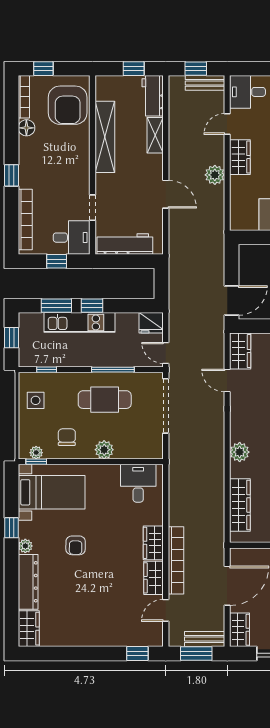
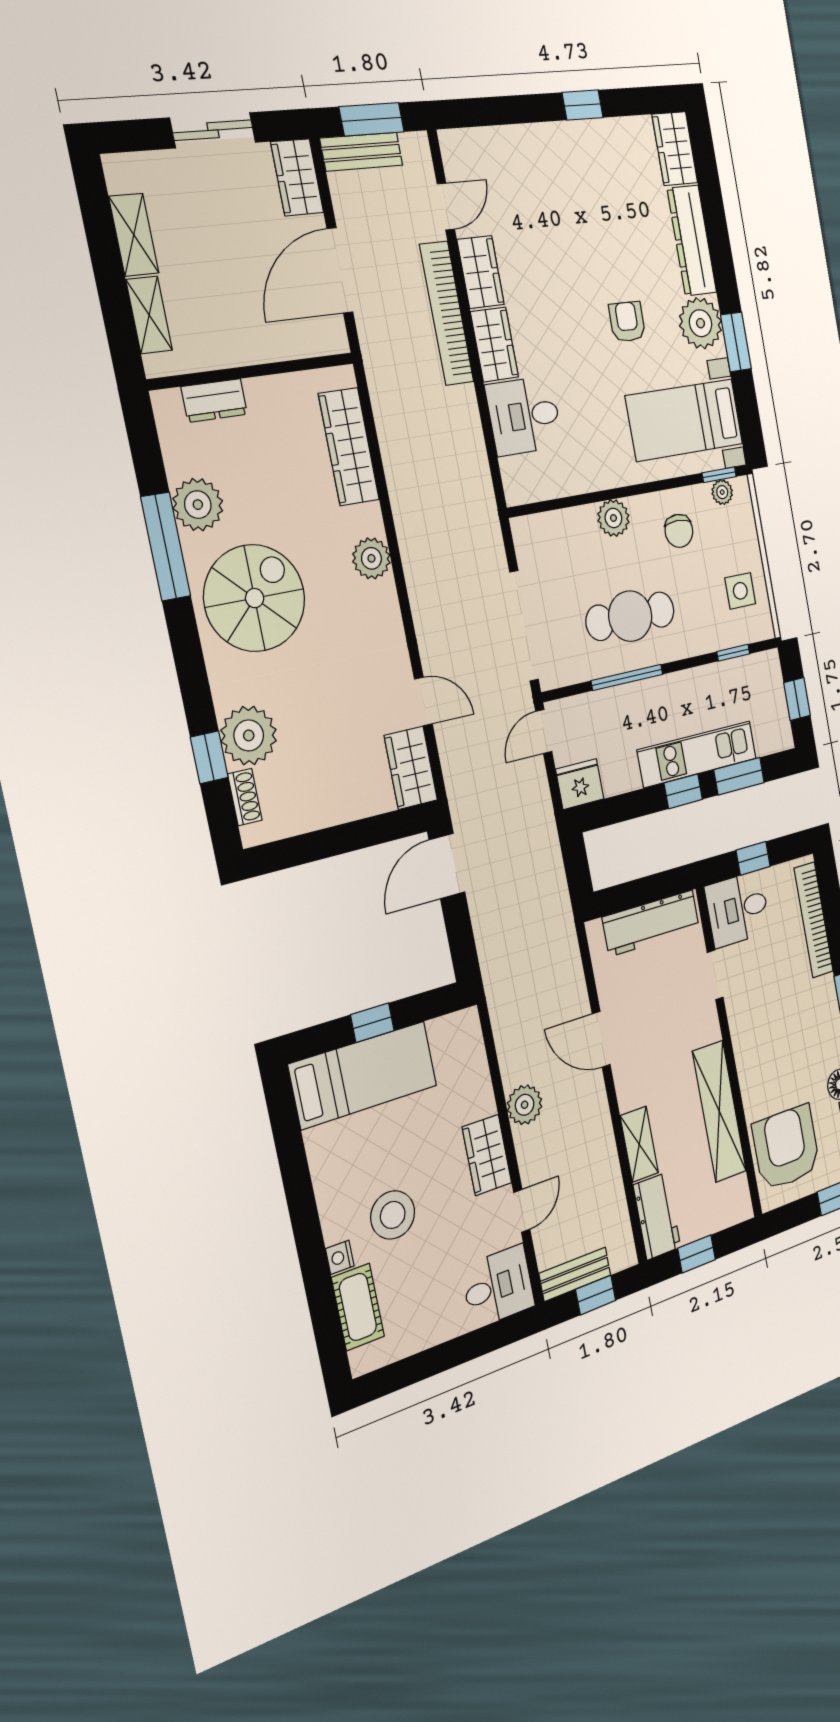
door: (166, 353) -> (544, 731), swing flipped
desk: (138, 483) -> (524, 416), moved, turned 90
window: (11, 528) -> (736, 342), width x1.50
plant: (25, 546) -> (701, 323), width x1.88, depth x1.88
window: (137, 653) -> (583, 105), moved

